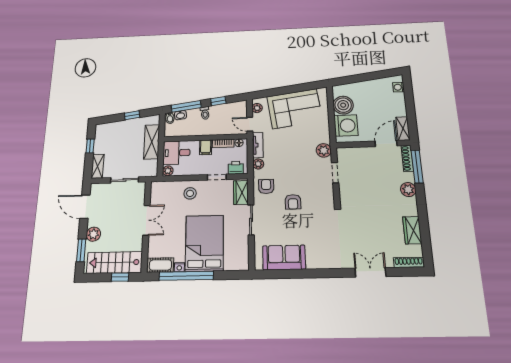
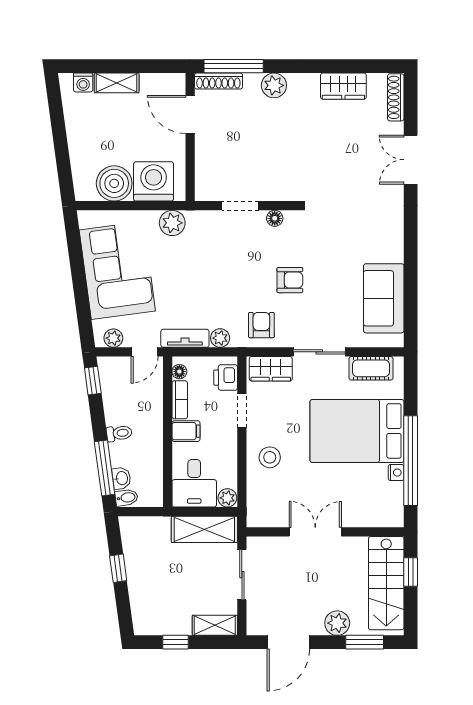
window: (218, 101) -> (93, 381), moved
shelving: (403, 129) -> (117, 83), moved
shelving: (152, 142) -> (204, 529), moved
plant: (324, 150) -> (172, 223), moved
armchair: (266, 187) -> (261, 325), turned 90
floor lamp: (329, 192) -> (275, 218), added
cot: (160, 265) -> (371, 368), moved, turned 90

